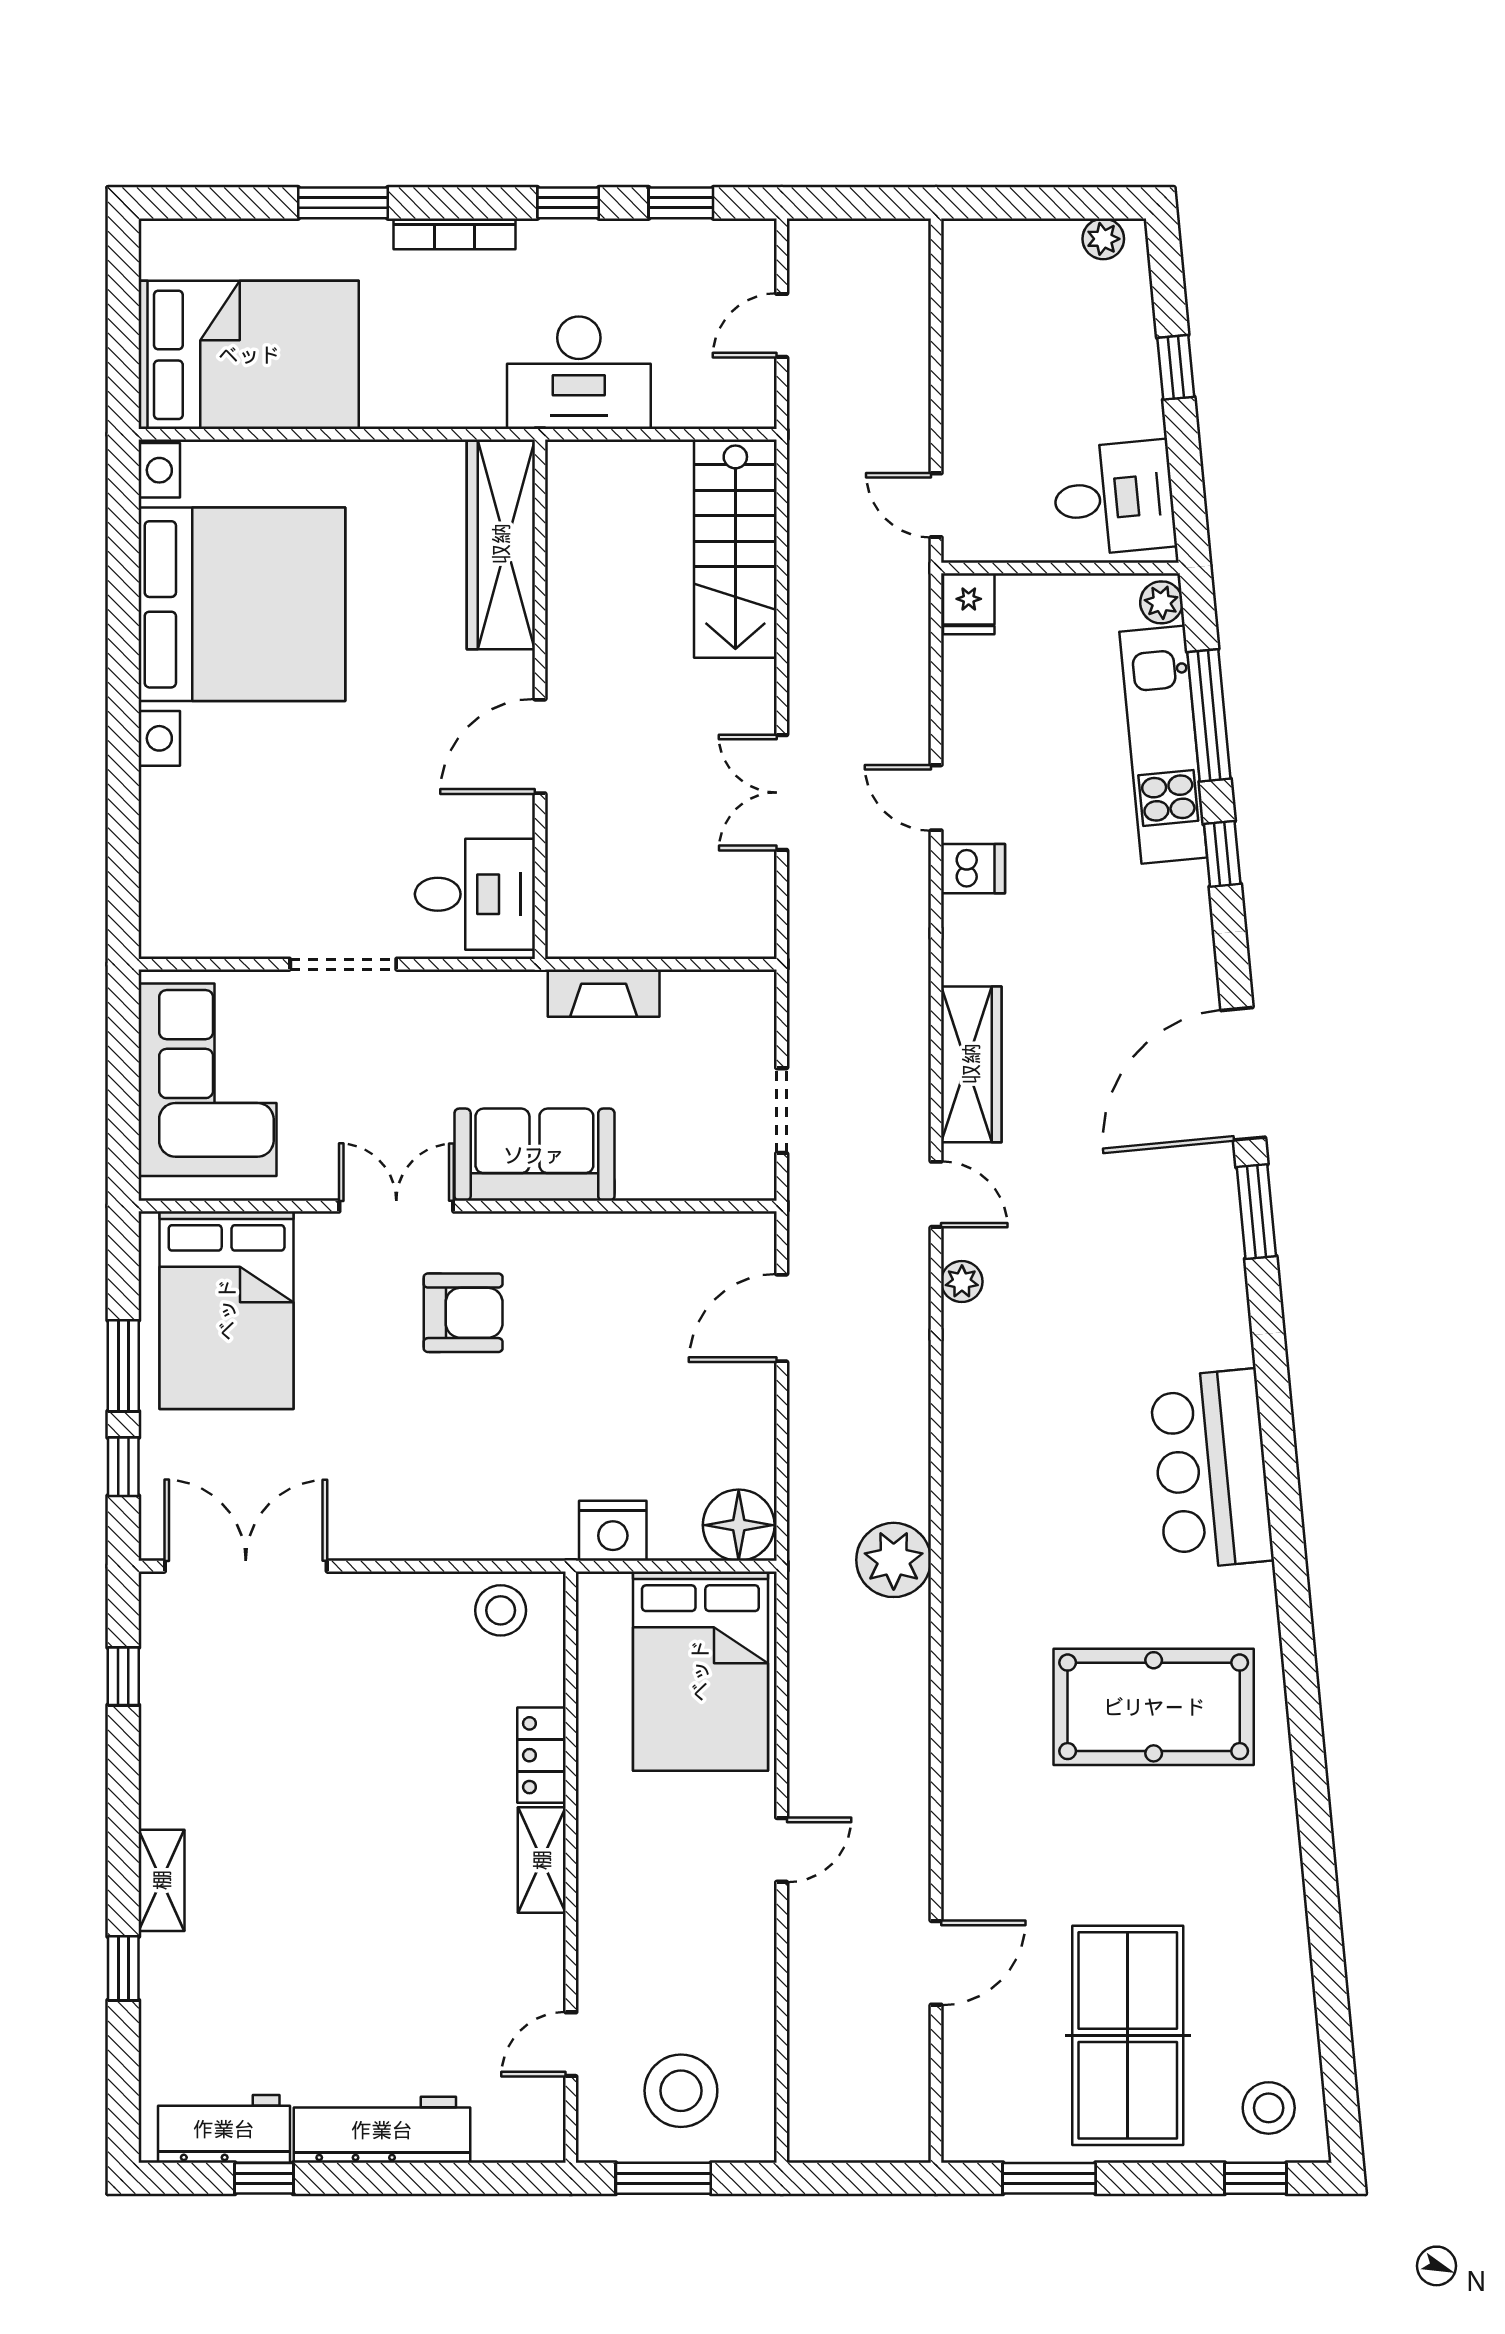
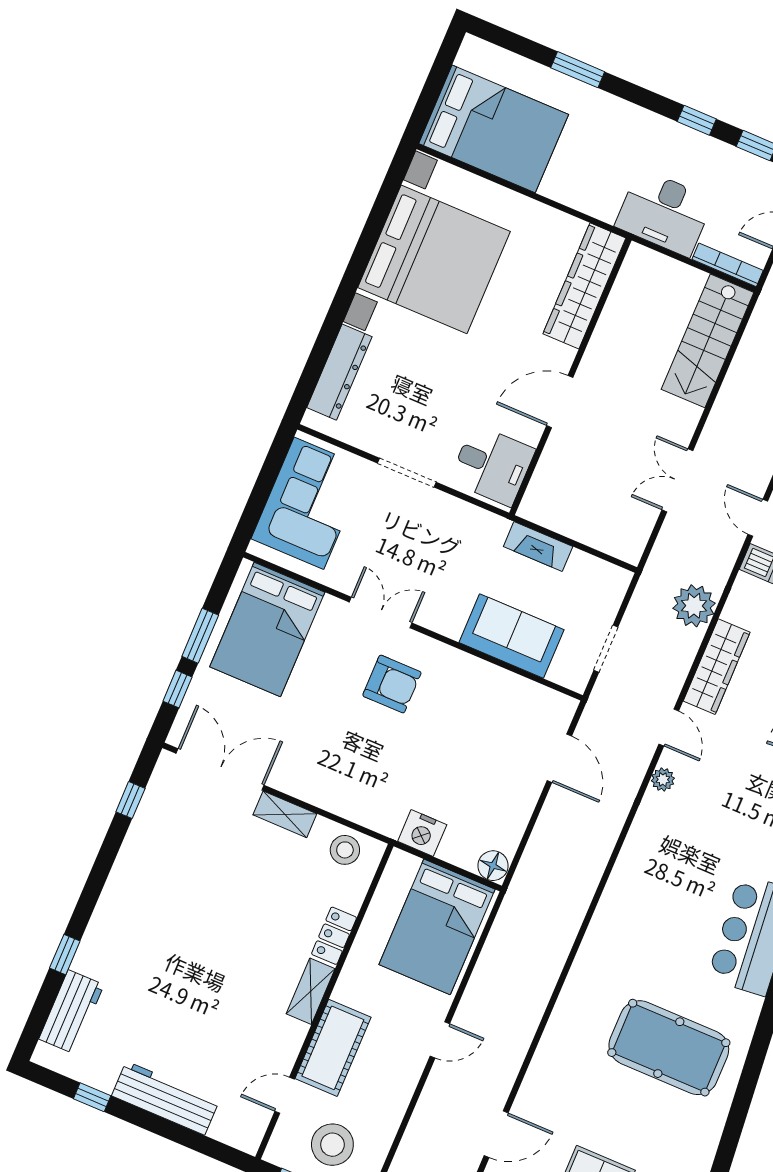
bookcase: (455, 234) -> (728, 265), moved, turned 180
dresser: (167, 849) -> (339, 372), added
sofa: (534, 1155) -> (511, 636), moved
door: (782, 1318) -> (559, 758), swing flipped
floor lamp: (739, 1525) -> (493, 866), width x0.73, depth x0.73
plant: (894, 1560) -> (694, 606), moved
shelving: (162, 1880) -> (285, 814), moved, turned 90
cot: (616, 1935) -> (333, 1048), added
workbench: (224, 2129) -> (71, 1012), moved, turned 90

